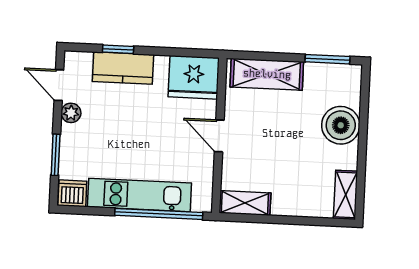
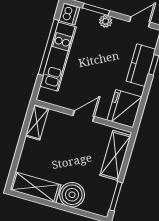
plant: (71, 113) -> (106, 21), moved
shelving: (346, 195) -> (35, 187), width x1.50, depth x1.33
window: (159, 214) -> (48, 47), moved

